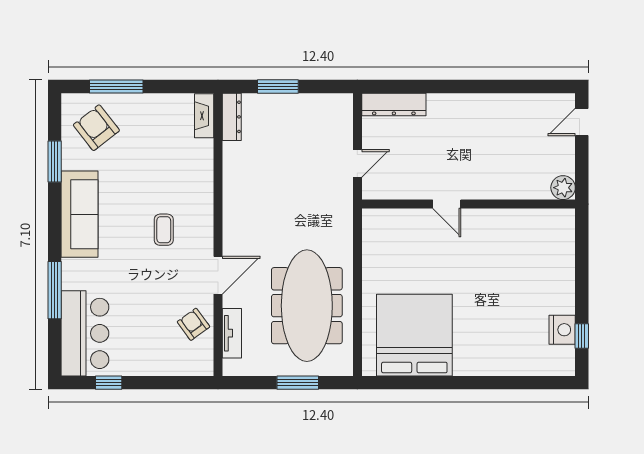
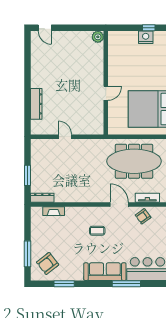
dresser: (394, 104) -> (36, 104), moved
fireplace: (204, 116) -> (54, 211), moved
plant: (563, 188) -> (98, 37), moved
door: (447, 204) -> (106, 93), moved
wall: (468, 204) -> (106, 83), moved
sofa: (80, 214) -> (105, 272), moved

